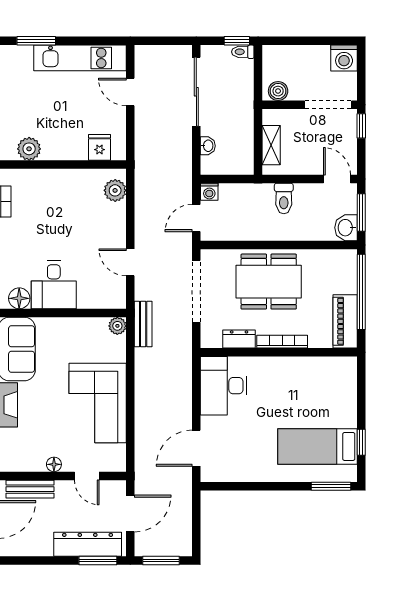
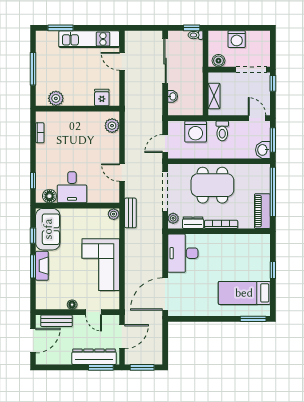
washing machine: (344, 58) -> (237, 39), moved
washing machine: (209, 192) -> (196, 132), moved, width x1.89, depth x1.89
plant: (209, 332) -> (173, 218), added
window: (361, 442) -> (273, 270), moved
door: (196, 448) -> (165, 294), width x1.36

